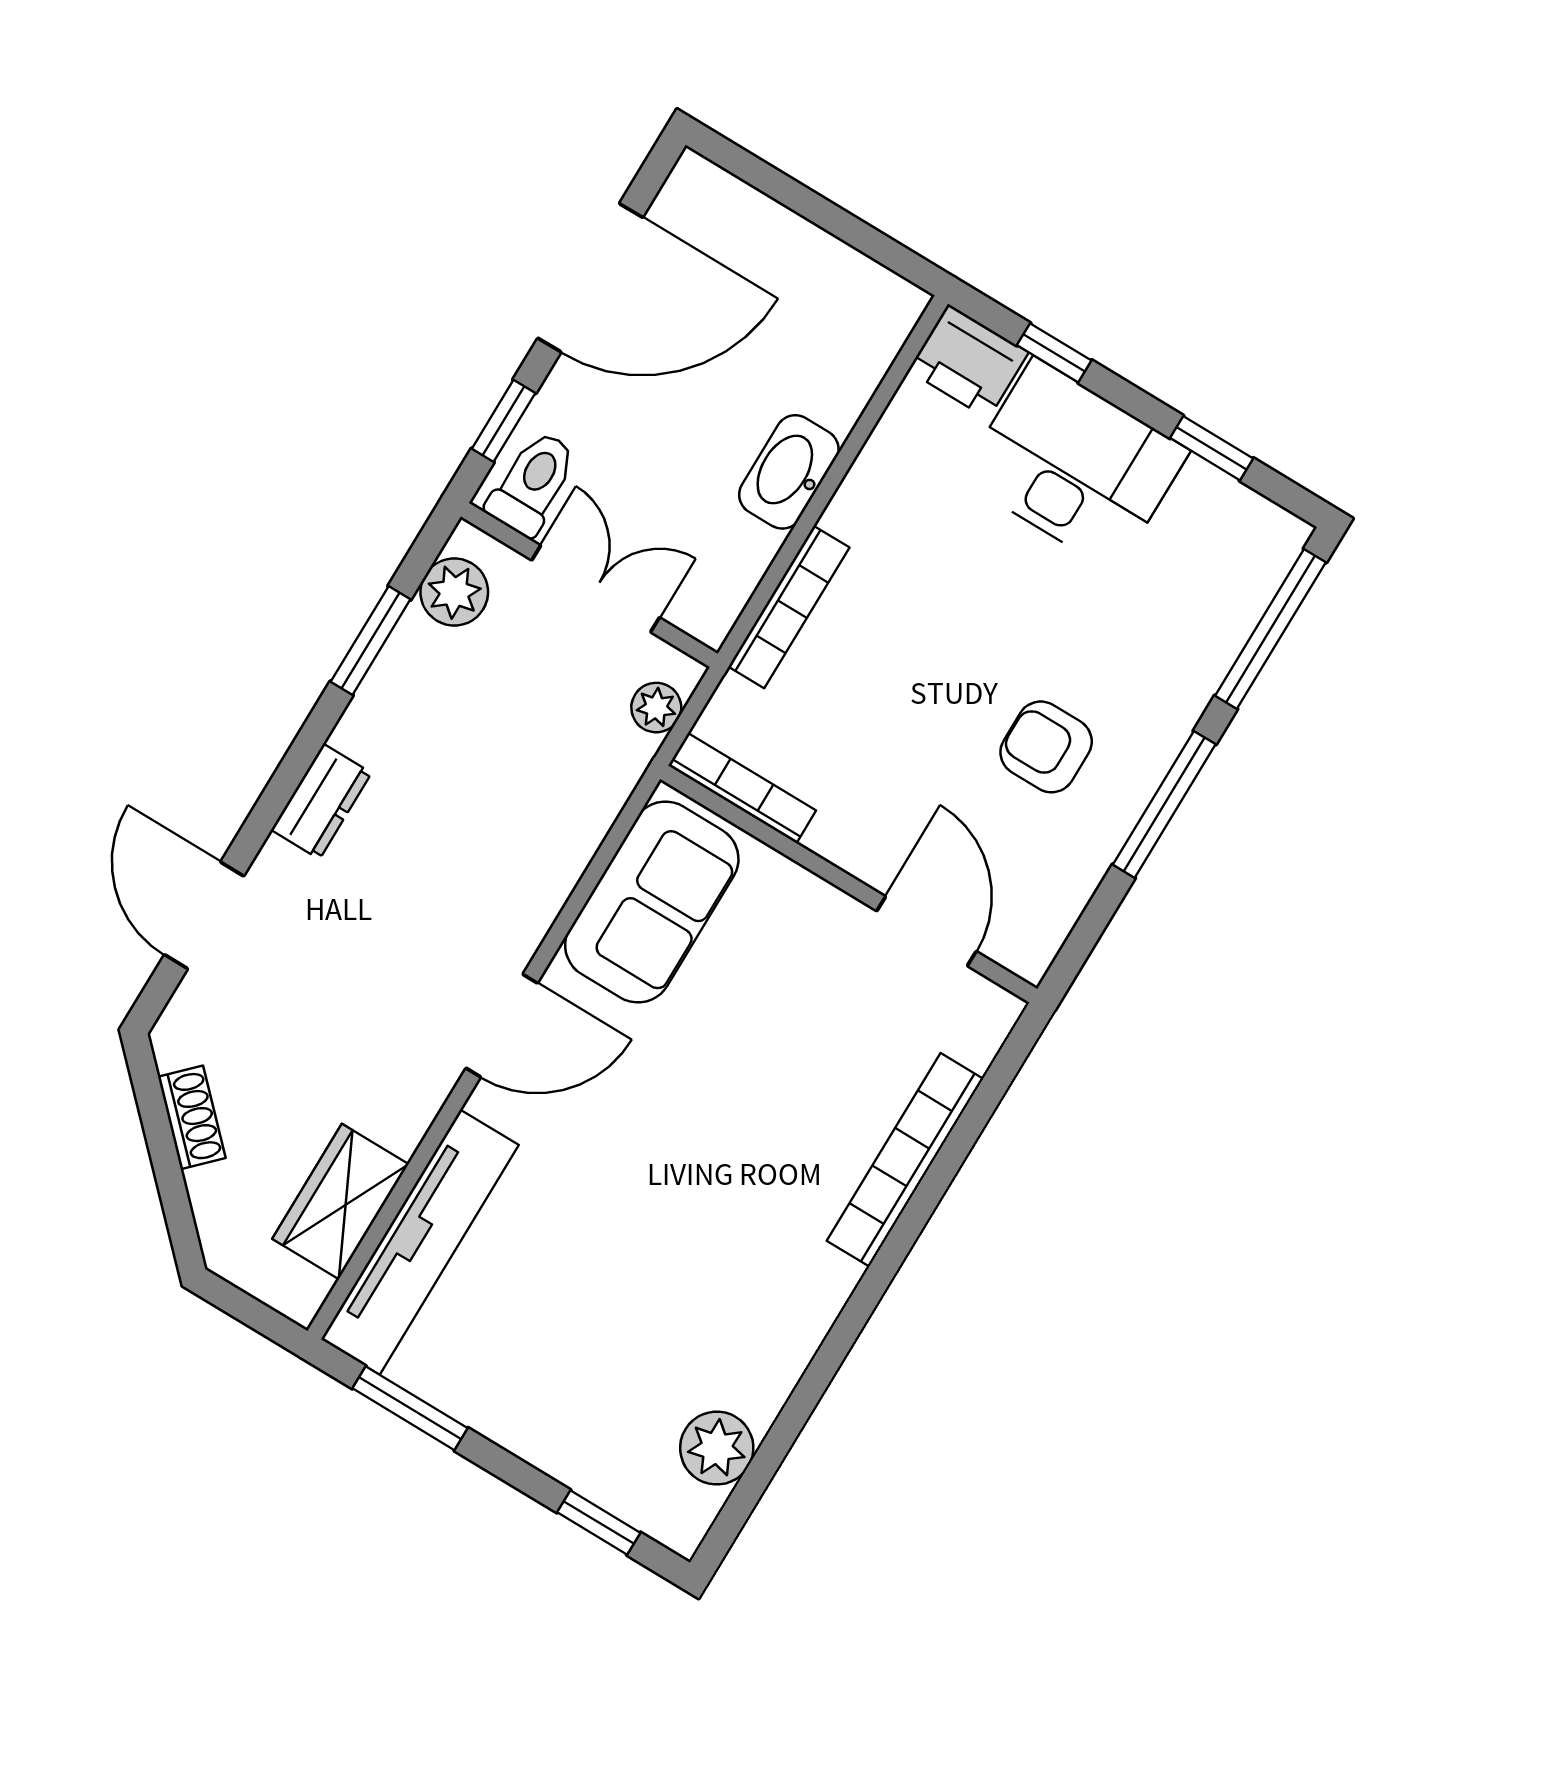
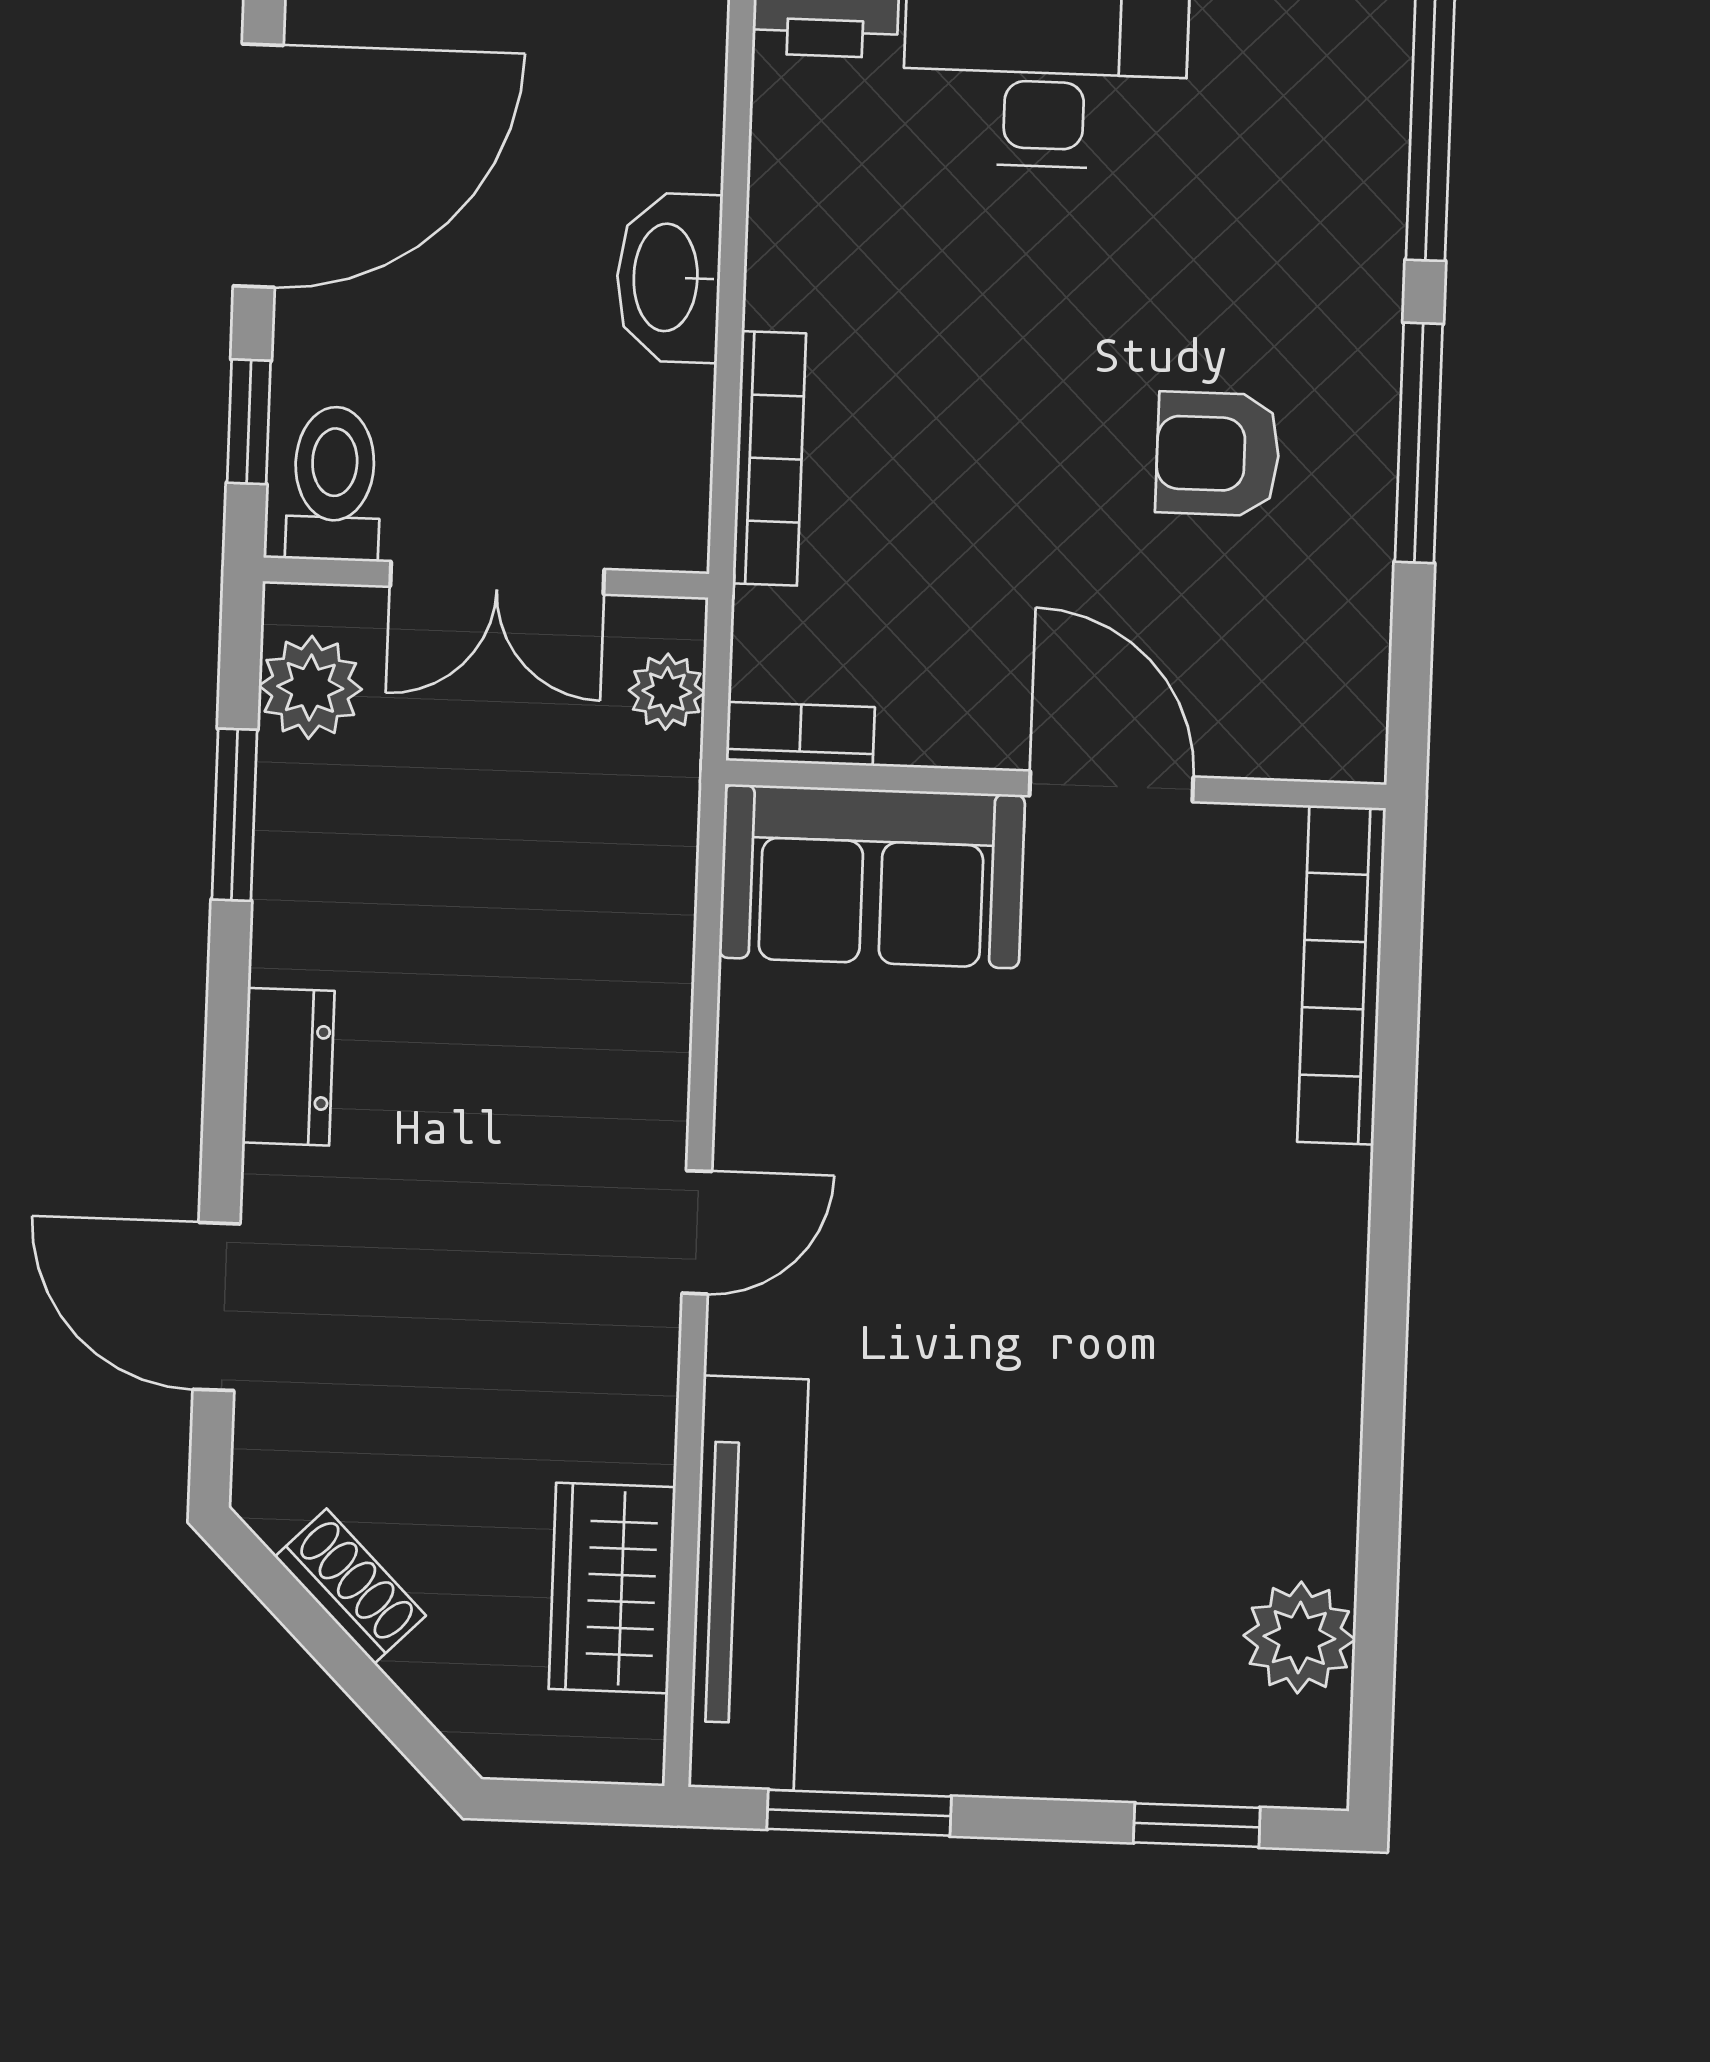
double door: (596, 589) -> (497, 578), swing flipped
bookcase: (742, 788) -> (800, 734), width x0.64
sofa: (652, 902) -> (872, 876), moved, turned 90
door: (927, 931) -> (1111, 786), moved
door: (502, 1026) -> (697, 1232), width x0.73
bookcase: (905, 1160) -> (1341, 975), moved

